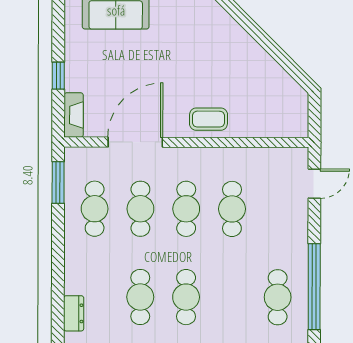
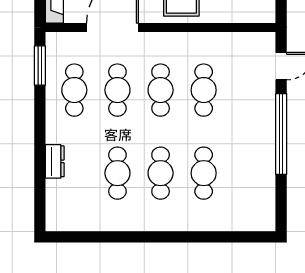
window: (314, 287) -> (281, 134), moved
cafe table: (278, 297) -> (204, 173), moved
dresser: (74, 313) -> (55, 161), moved

